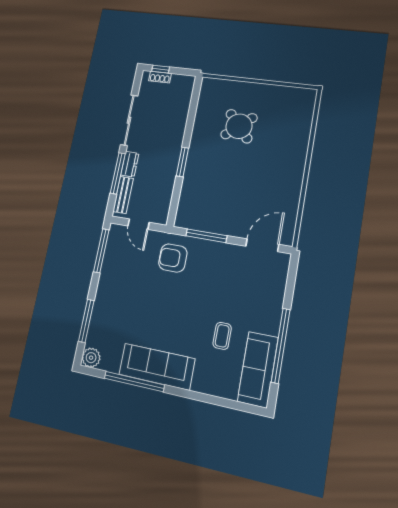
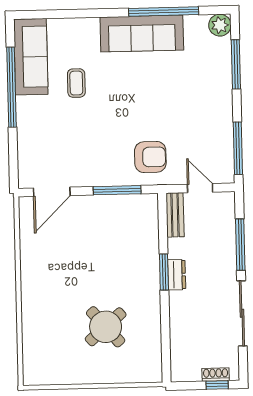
dresser: (130, 164) -> (177, 275), moved, turned 180
bench: (123, 195) -> (175, 215), moved

